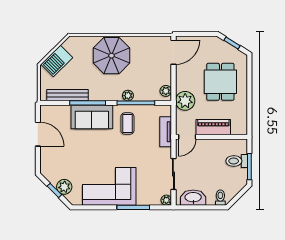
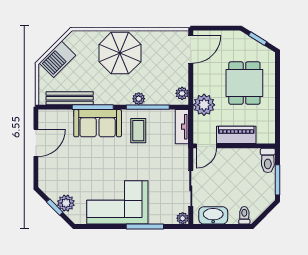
tv unit: (166, 132) -> (182, 127), moved
door: (38, 134) -> (36, 143), hinge flipped
toilet: (237, 161) -> (268, 160), moved, turned -90

